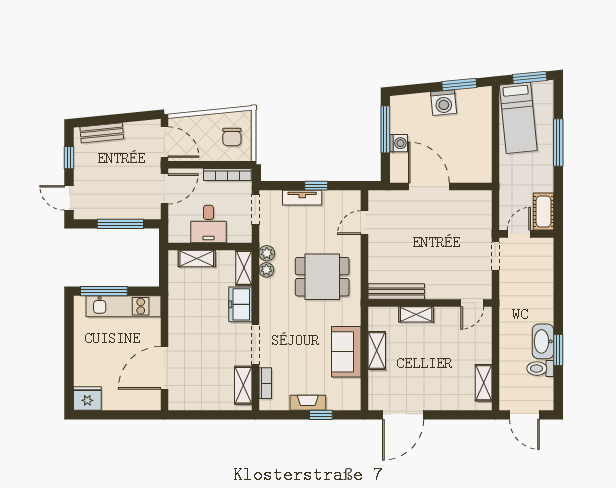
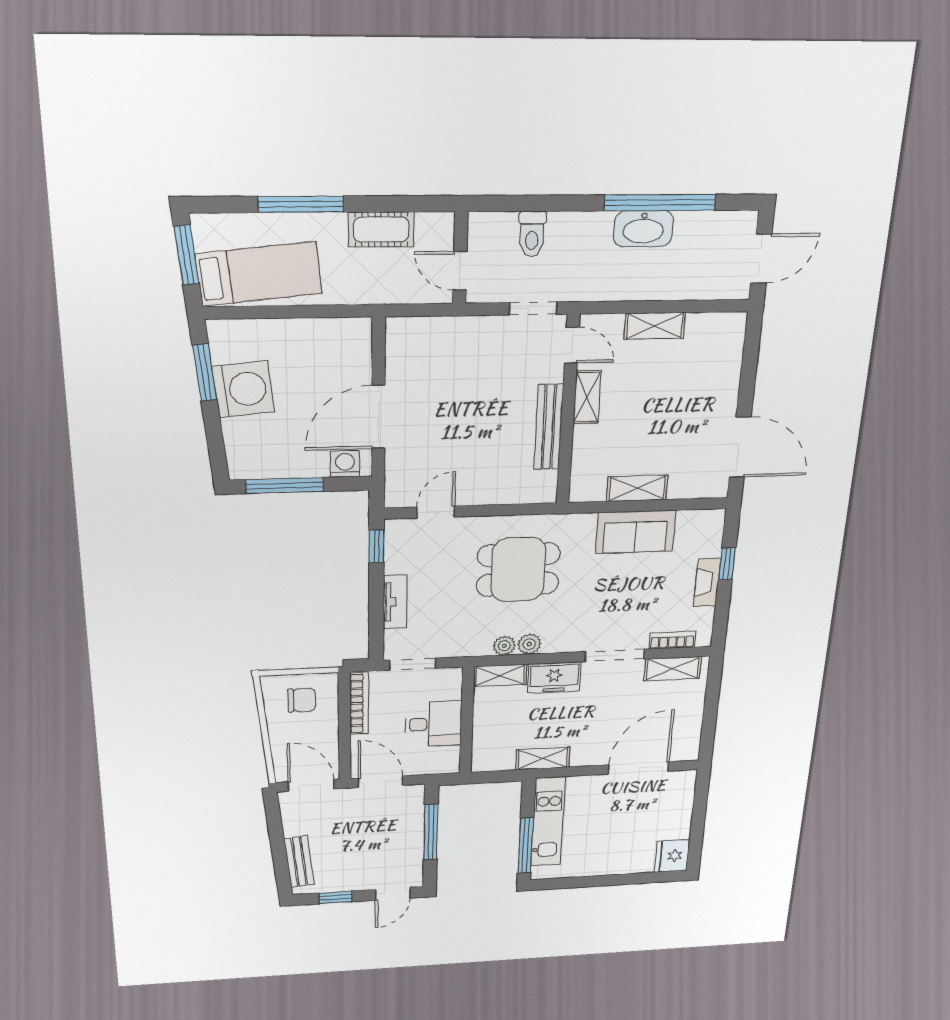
washing machine: (444, 103) -> (243, 389), width x1.37, depth x1.37
door: (164, 142) -> (311, 785), hinge flipped
washing machine: (399, 143) -> (345, 464), moved
window: (316, 186) -> (376, 546), moved
cot: (544, 212) -> (381, 229), moved
door: (365, 223) -> (436, 512), swing flipped
plant: (267, 253) -> (529, 644), moved
doorway: (495, 256) -> (533, 308), moved
shelving: (197, 259) -> (543, 759), moved, turned 90
dining table: (322, 277) -> (518, 569), turned 90
bench: (396, 291) -> (549, 427), moved
shelving: (416, 314) -> (587, 397), moved
window: (558, 350) -> (660, 203), width x2.11
door: (164, 368) -> (639, 768), swing flipped
toilet: (540, 369) -> (532, 234), moved
shelving: (484, 383) -> (655, 326), moved

